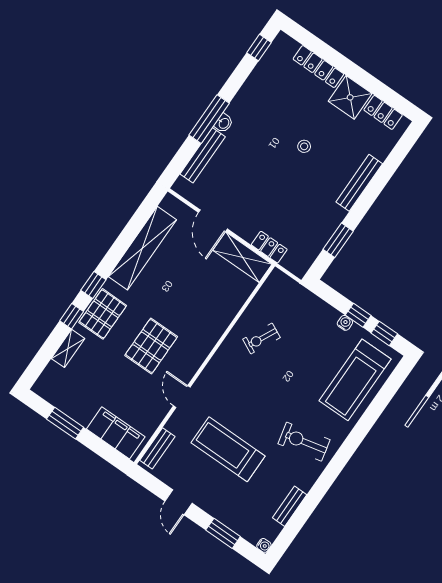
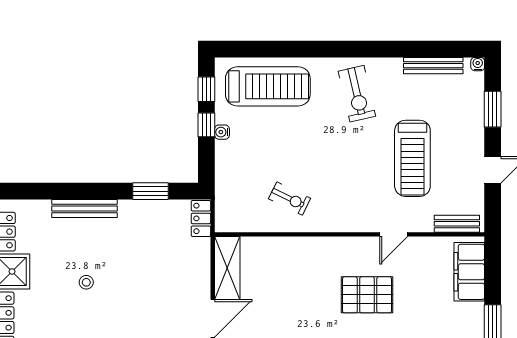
locker: (269, 247) -> (201, 218), moved
bench: (290, 506) -> (433, 66), width x1.36

